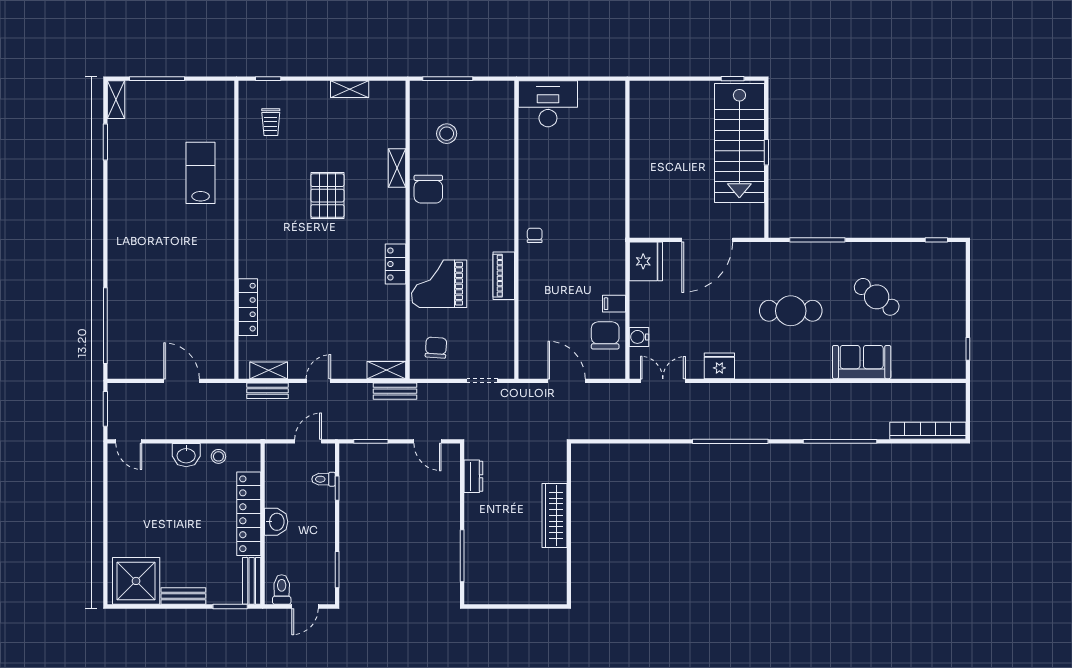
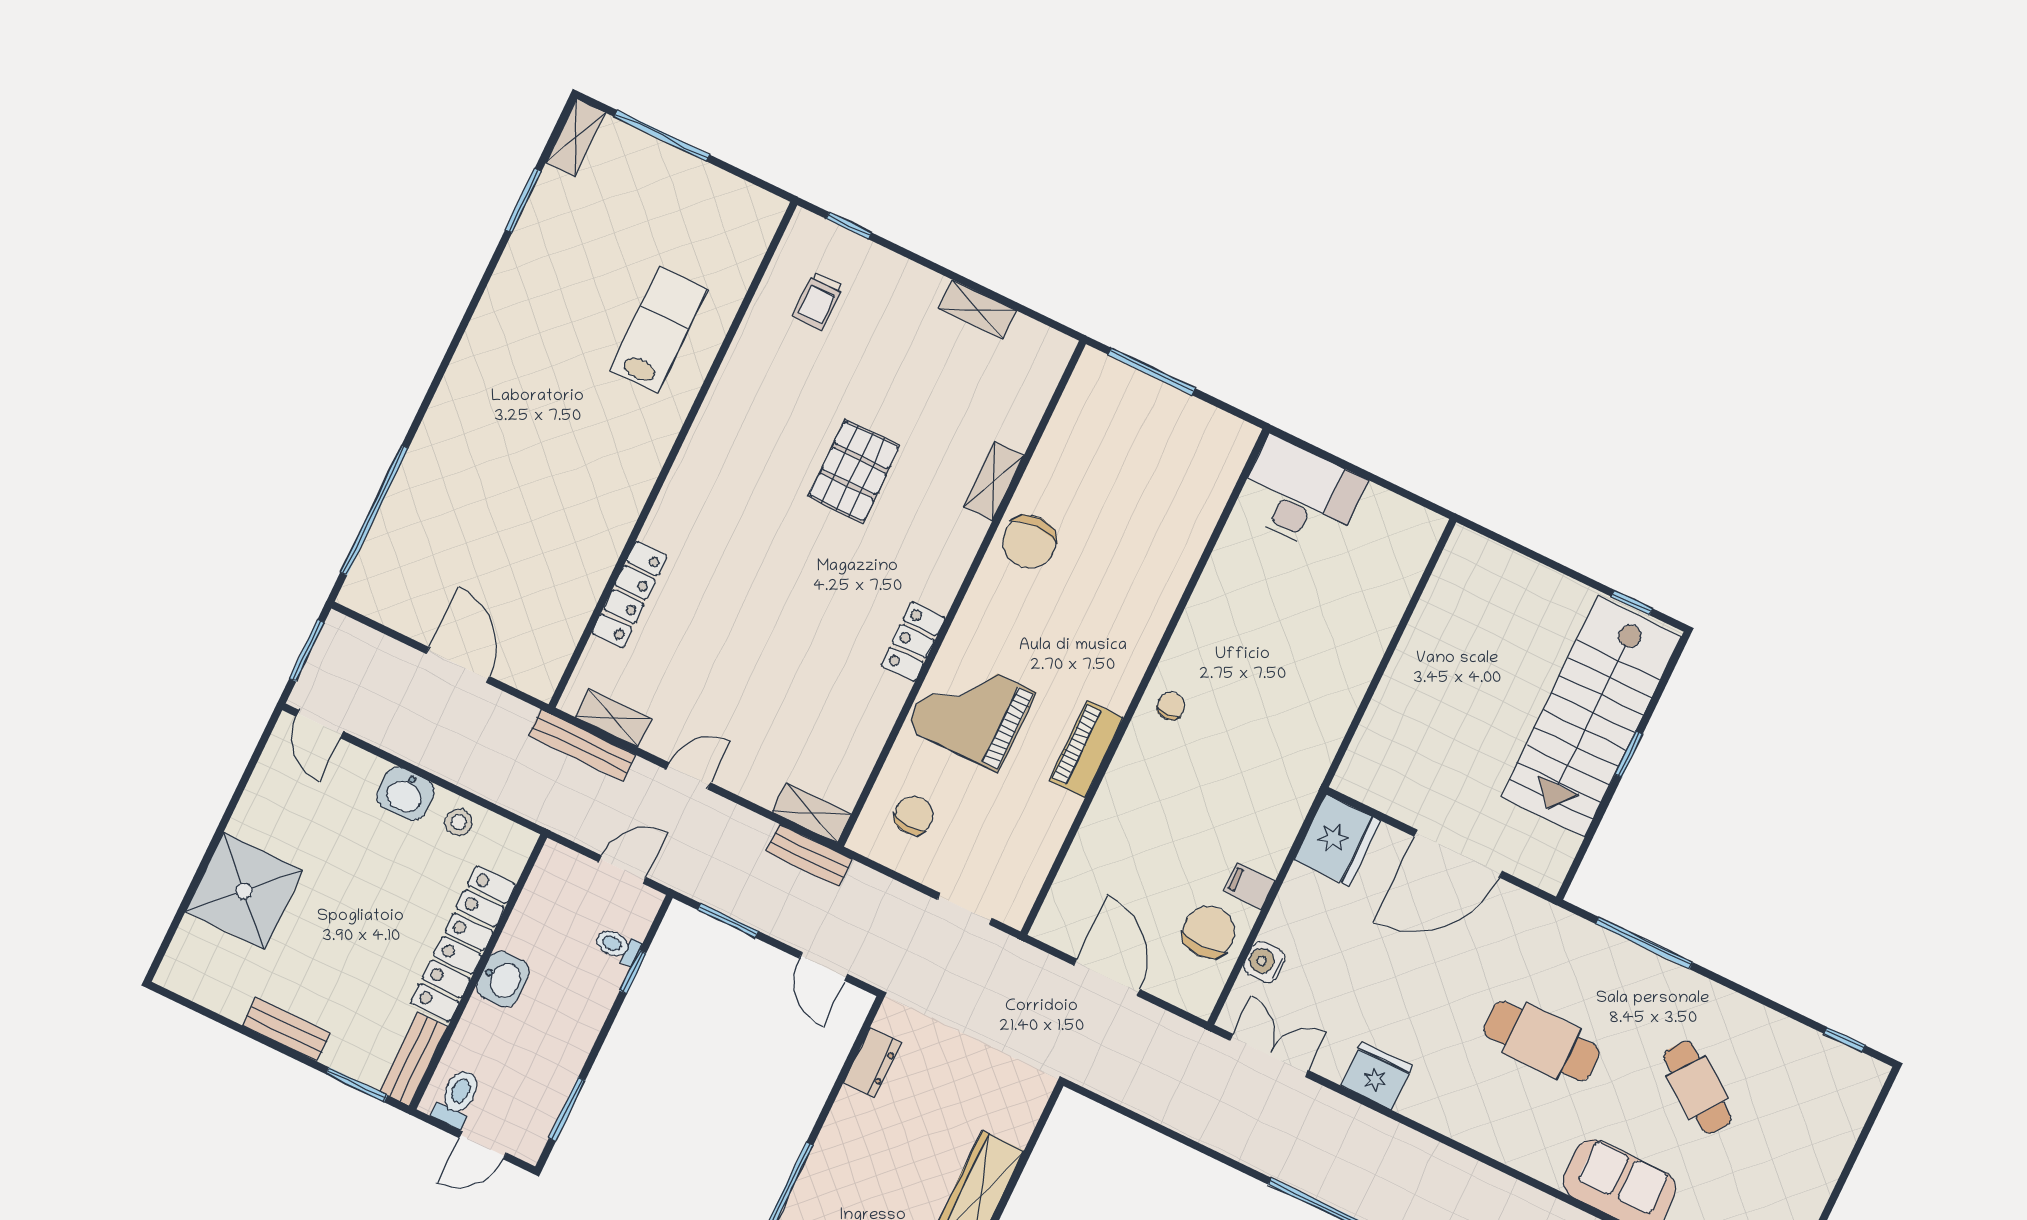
stool: (447, 134) -> (1105, 463), removed
bench: (268, 391) -> (582, 745), width x1.36
shower: (136, 581) -> (244, 891), moved

